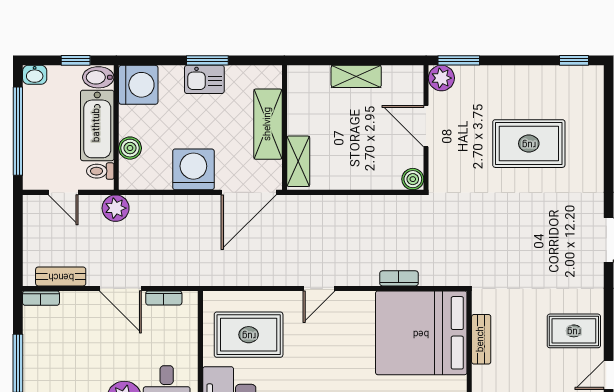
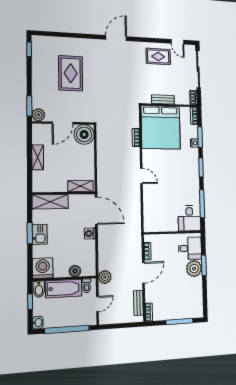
shelving: (268, 124) -> (50, 202), moved
washing machine: (193, 169) -> (90, 234), width x0.53, depth x0.53
boiler: (413, 179) -> (84, 134), width x1.86, depth x1.86
rug: (574, 331) -> (158, 56), turned 90
rug: (249, 335) -> (164, 210), removed

